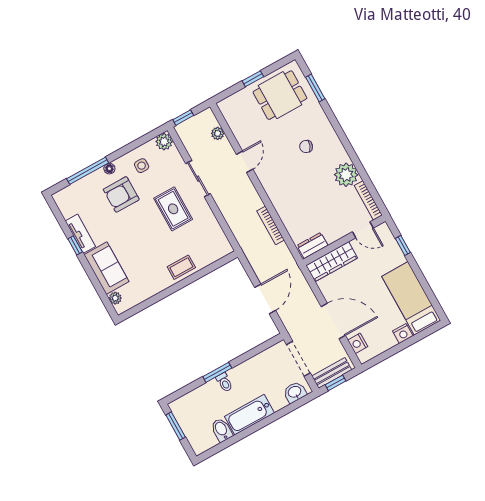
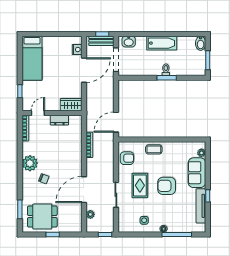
plant: (164, 142) -> (124, 227), removed
door: (245, 162) -> (84, 190), width x1.87
plant: (346, 175) -> (30, 163), moved
armchair: (121, 194) -> (167, 186), moved, turned 180
door: (363, 230) -> (38, 113), hinge flipped
tv unit: (80, 234) -> (201, 206), width x1.41
armchair: (211, 236) -> (127, 158), added
dresser: (312, 245) -> (59, 120), moved
wardrobe: (332, 262) -> (71, 105), width x0.67
door: (265, 299) -> (116, 122), moved
door: (333, 321) -> (84, 70), swing flipped
nightstand: (403, 333) -> (48, 41), removed
bidet: (222, 430) -> (201, 43), moved

